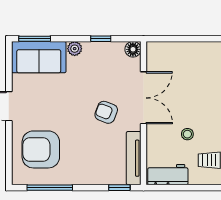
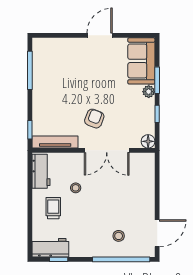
window: (35, 39) -> (157, 80), moved
armchair: (41, 149) -> (63, 63), removed

